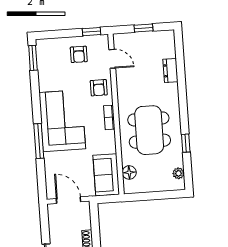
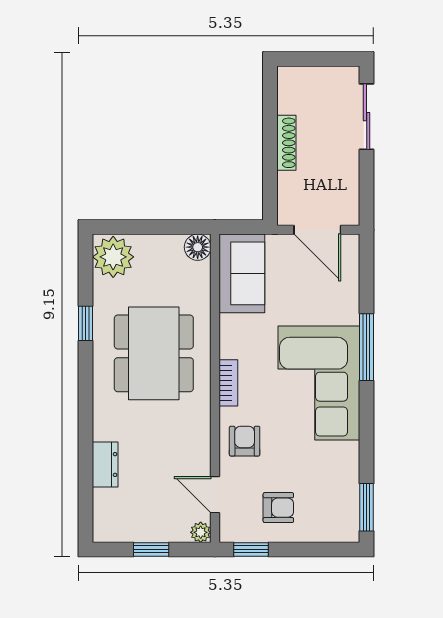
plant: (118, 39) -> (201, 532), added
armchair: (79, 54) -> (278, 508), turned 90
floor lamp: (129, 172) -> (198, 247), moved
plant: (178, 173) -> (113, 257), width x1.88, depth x1.88

